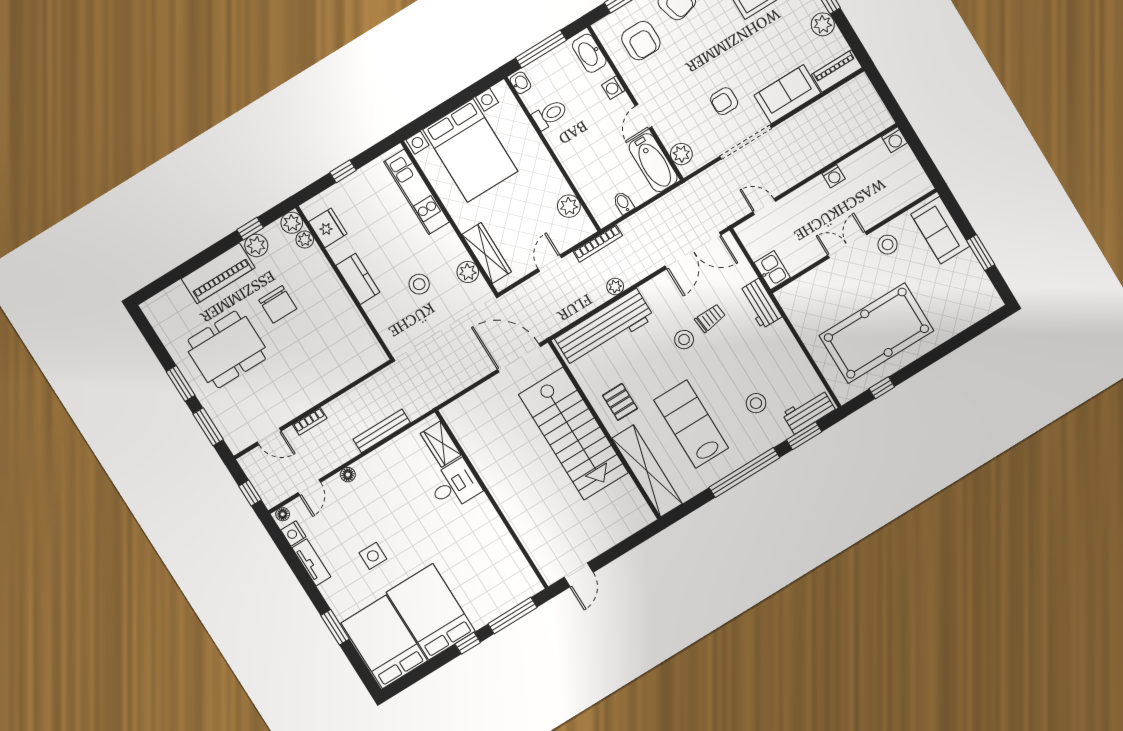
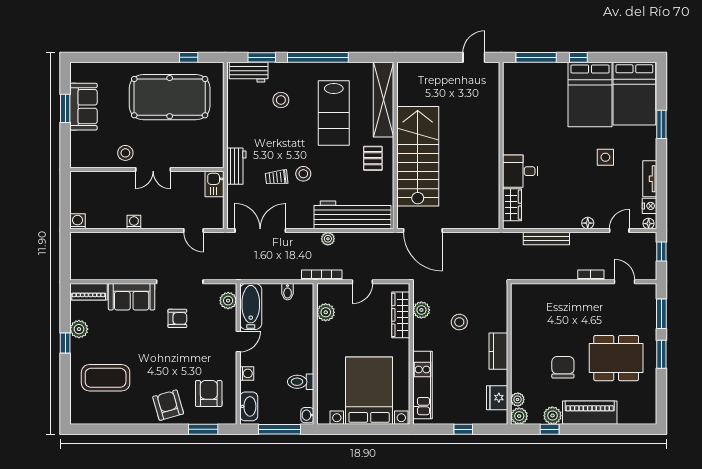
sofa: (940, 230) -> (83, 107), moved

